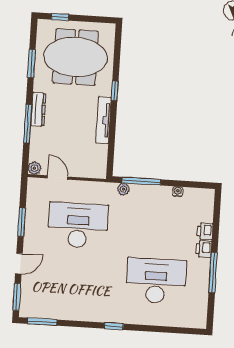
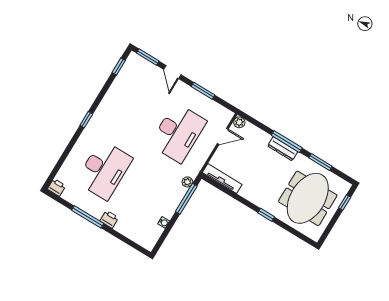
tv unit: (104, 120) -> (222, 179), moved
window: (28, 124) -> (287, 142), moved
printer: (205, 231) -> (57, 187), moved
window: (42, 322) -> (119, 67), width x0.67

